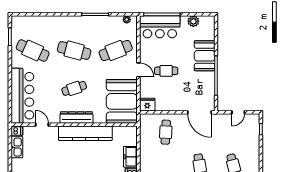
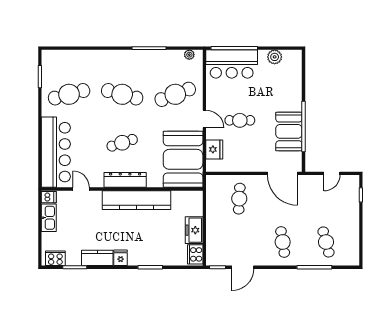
cafe table: (33, 51) -> (69, 94), turned -39
booth: (205, 56) -> (289, 131), moved
fridge: (147, 105) -> (214, 149), moved, turned 90

